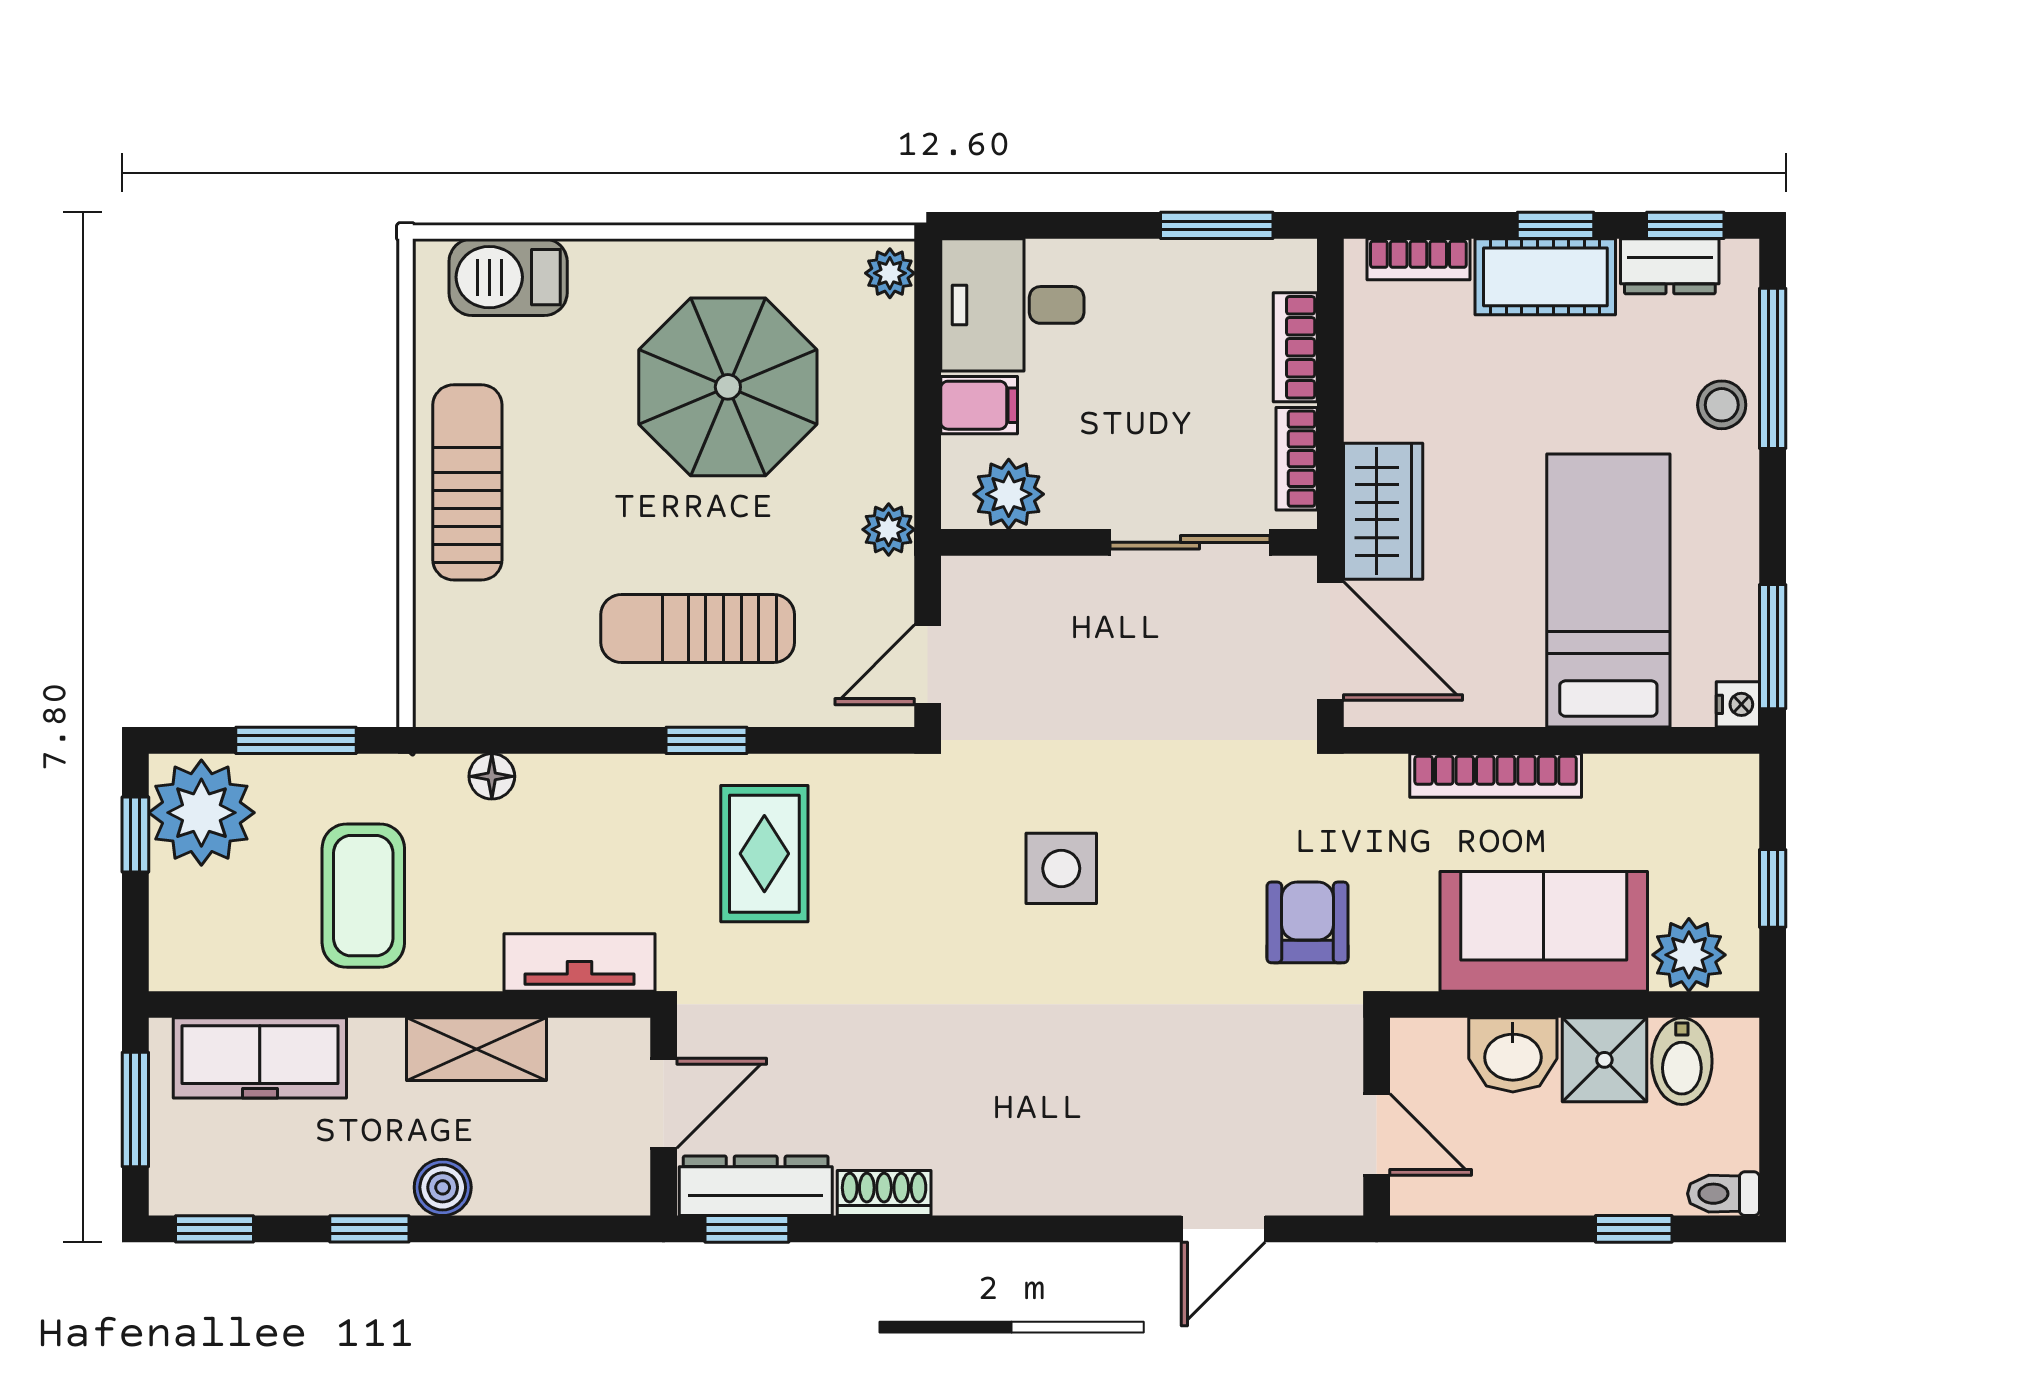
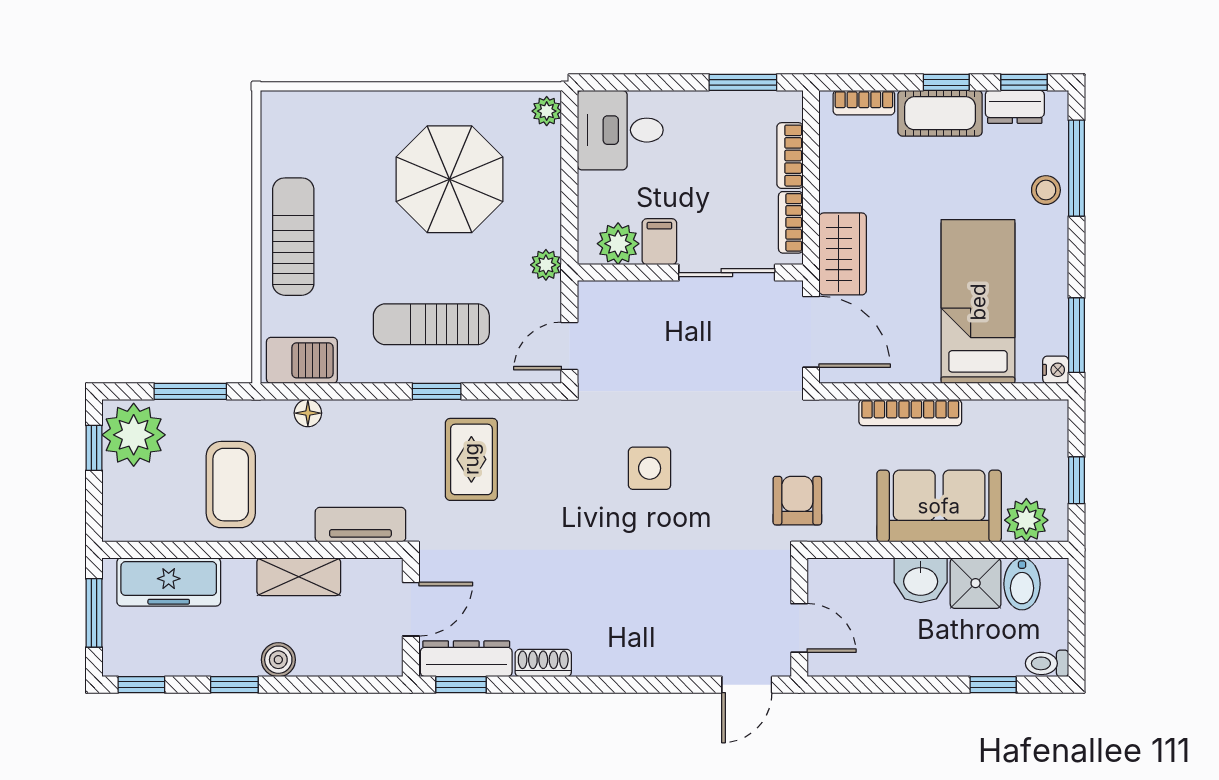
barbecue: (508, 277) -> (302, 360), moved, turned 180
filing cabinet: (979, 405) -> (659, 242), moved, turned -90
wall: (1377, 1117) -> (799, 617), moved
door: (1377, 1134) -> (799, 628), moved

